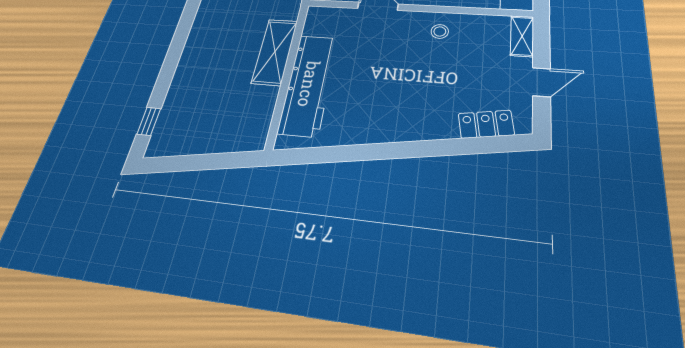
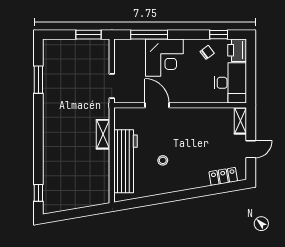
stool: (440, 31) -> (163, 160), moved
shelving: (275, 52) -> (103, 134), width x0.67, depth x0.75

